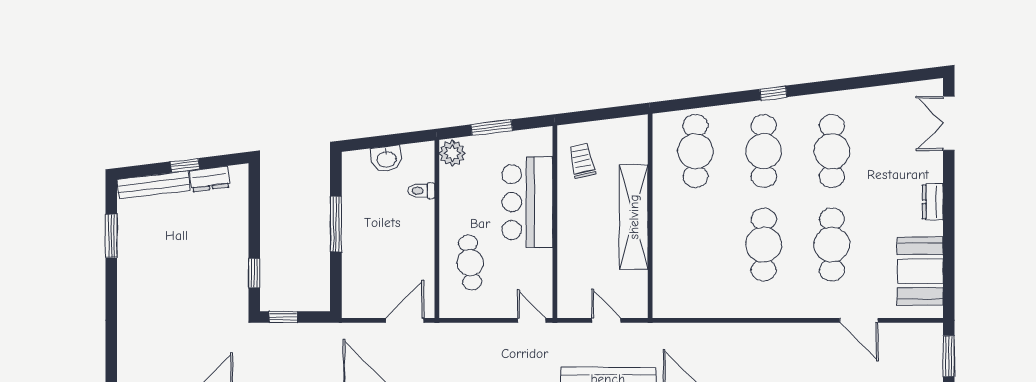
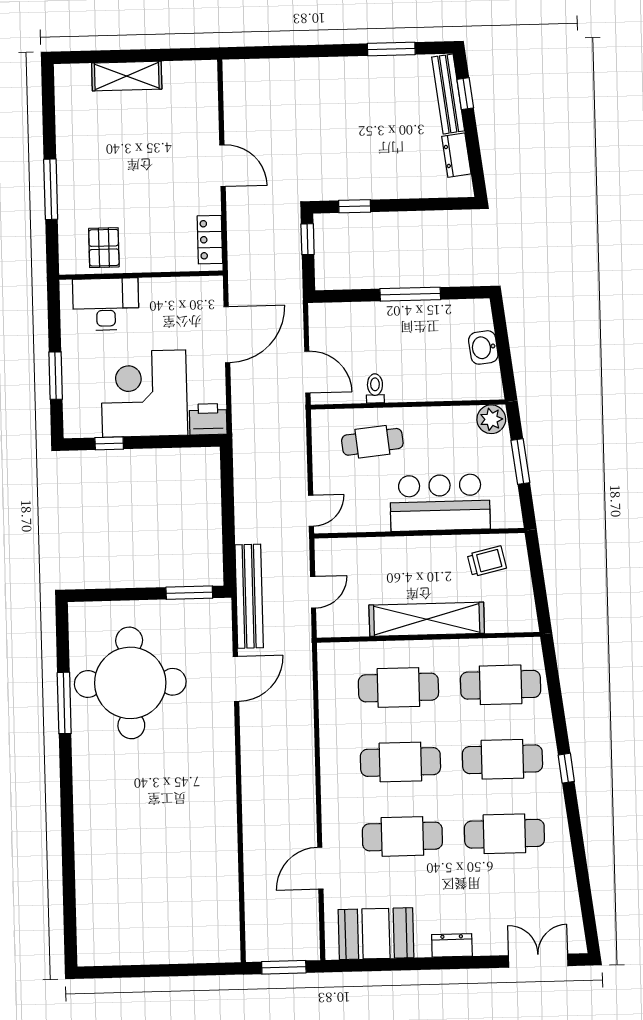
window: (185, 165) -> (465, 94), moved
toilet: (421, 191) -> (375, 388), moved
cafe table: (695, 245) -> (398, 687), added

